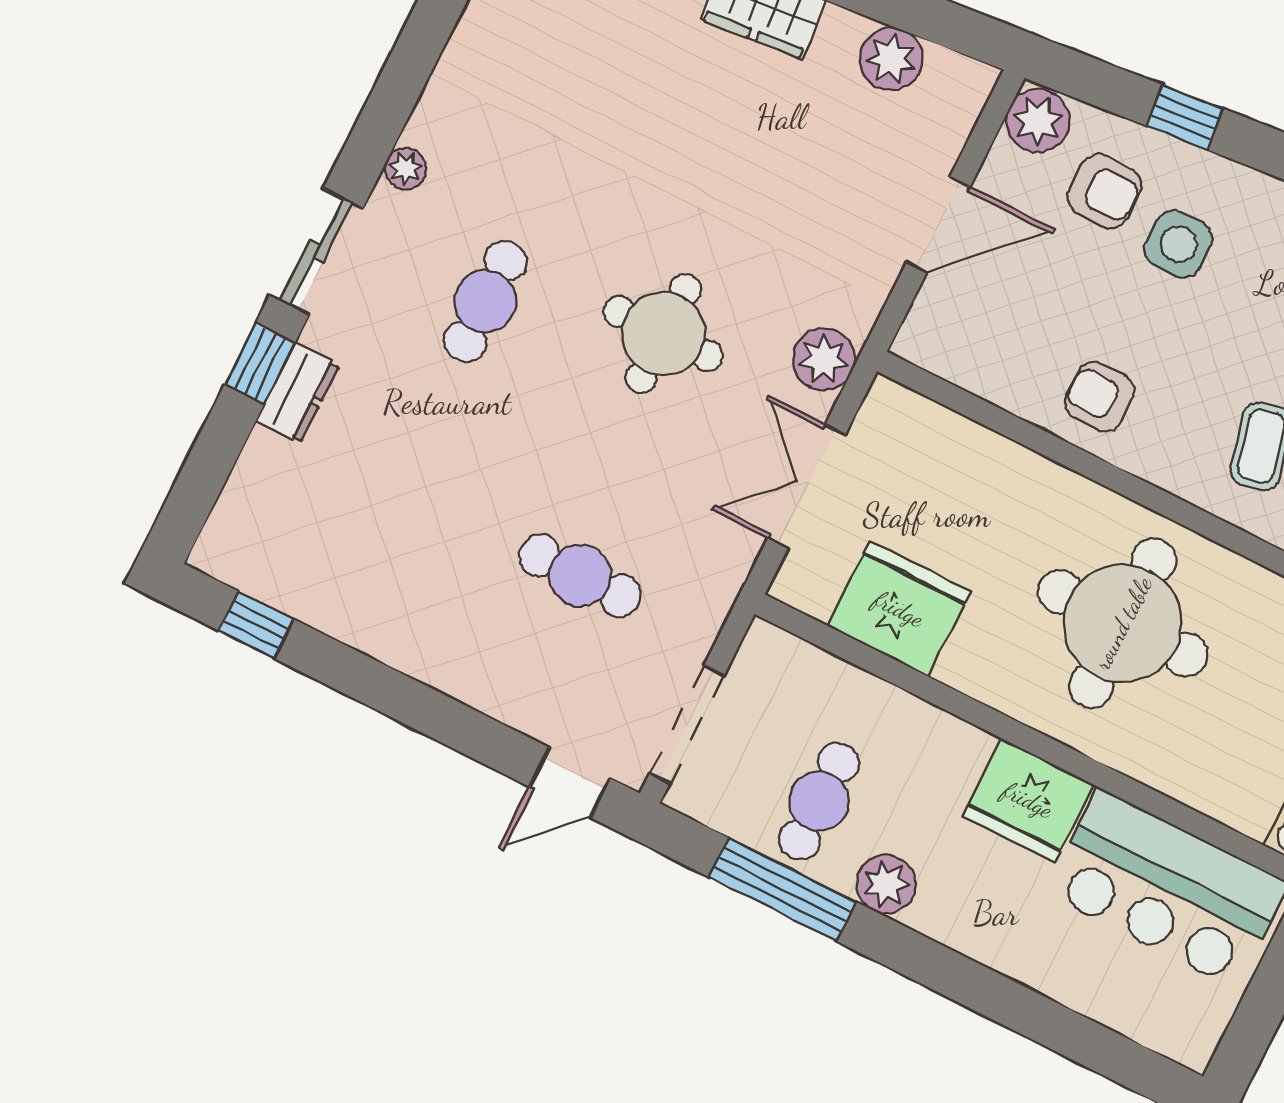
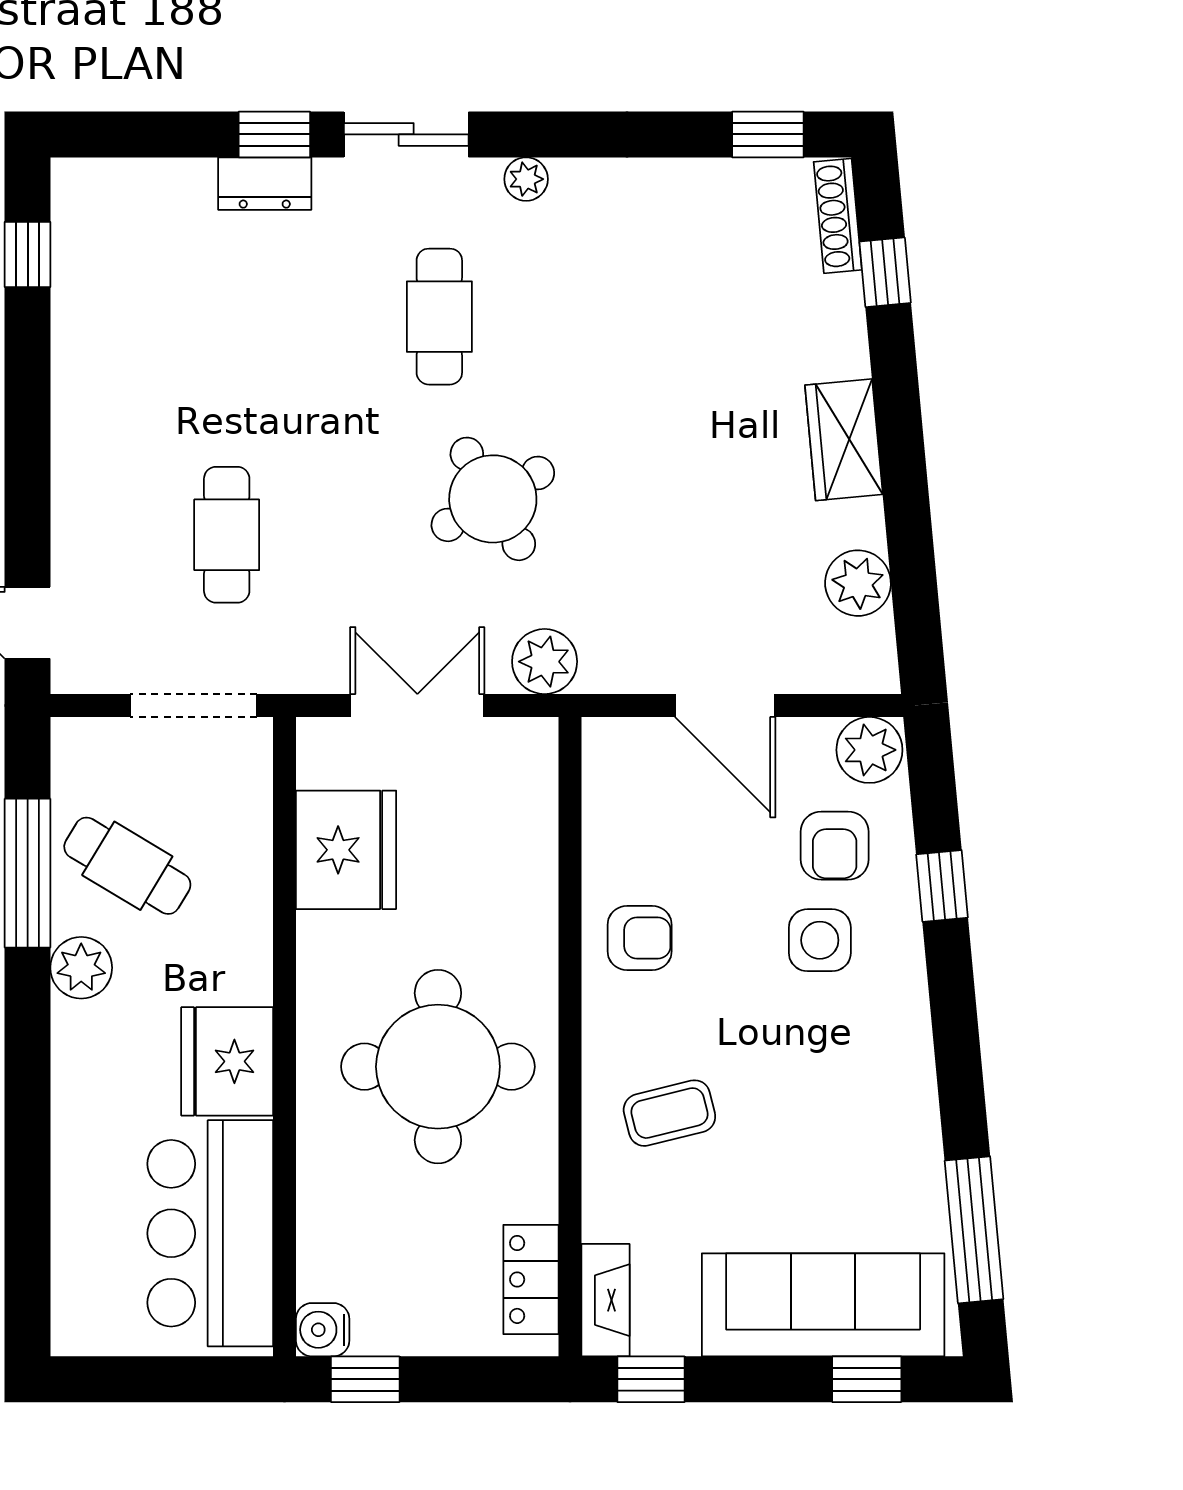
cafe table: (485, 301) -> (439, 317), turned 90
round table: (663, 334) -> (493, 499), turned -30
armchair: (1100, 397) -> (640, 938), turned 90
doorway: (687, 725) -> (194, 705), moved
cafe table: (819, 801) -> (127, 866), turned 31

